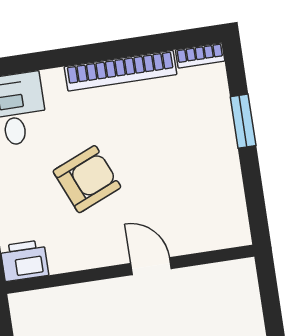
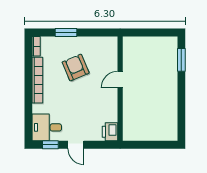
armchair: (87, 179) -> (76, 68), moved

